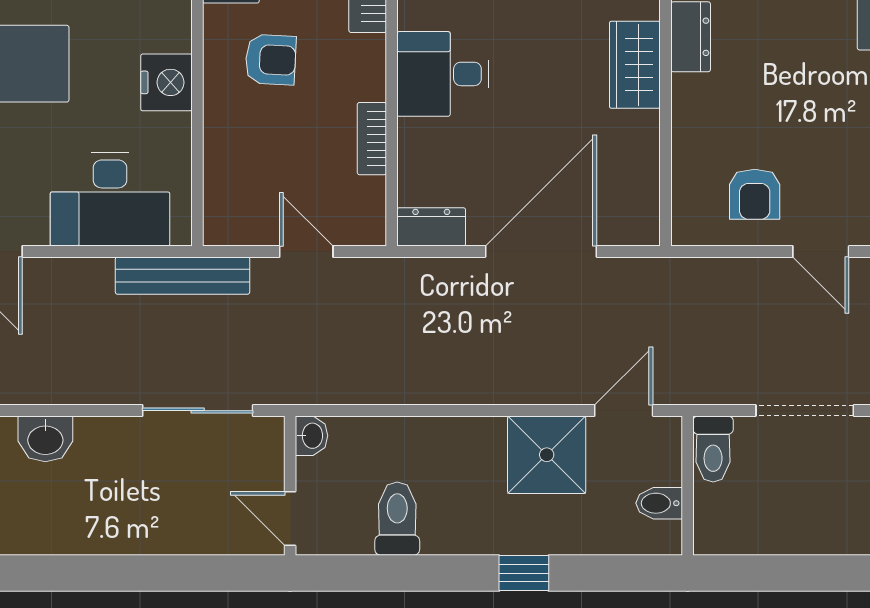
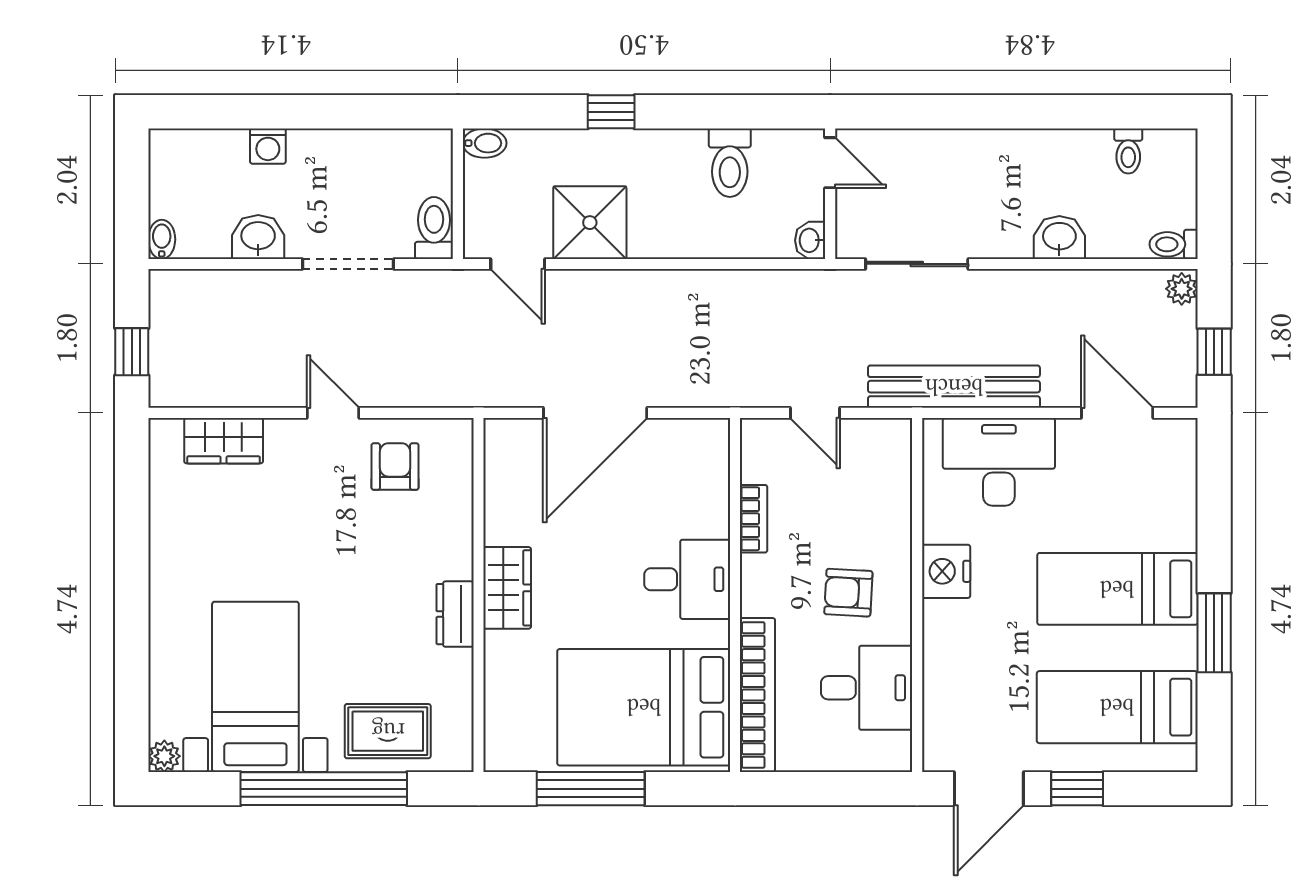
dresser: (431, 227) -> (698, 436), removed
bench: (183, 276) -> (954, 387), width x1.37, depth x1.21
door: (624, 411) -> (518, 264), hinge flipped
bidet: (659, 503) -> (485, 143), moved

